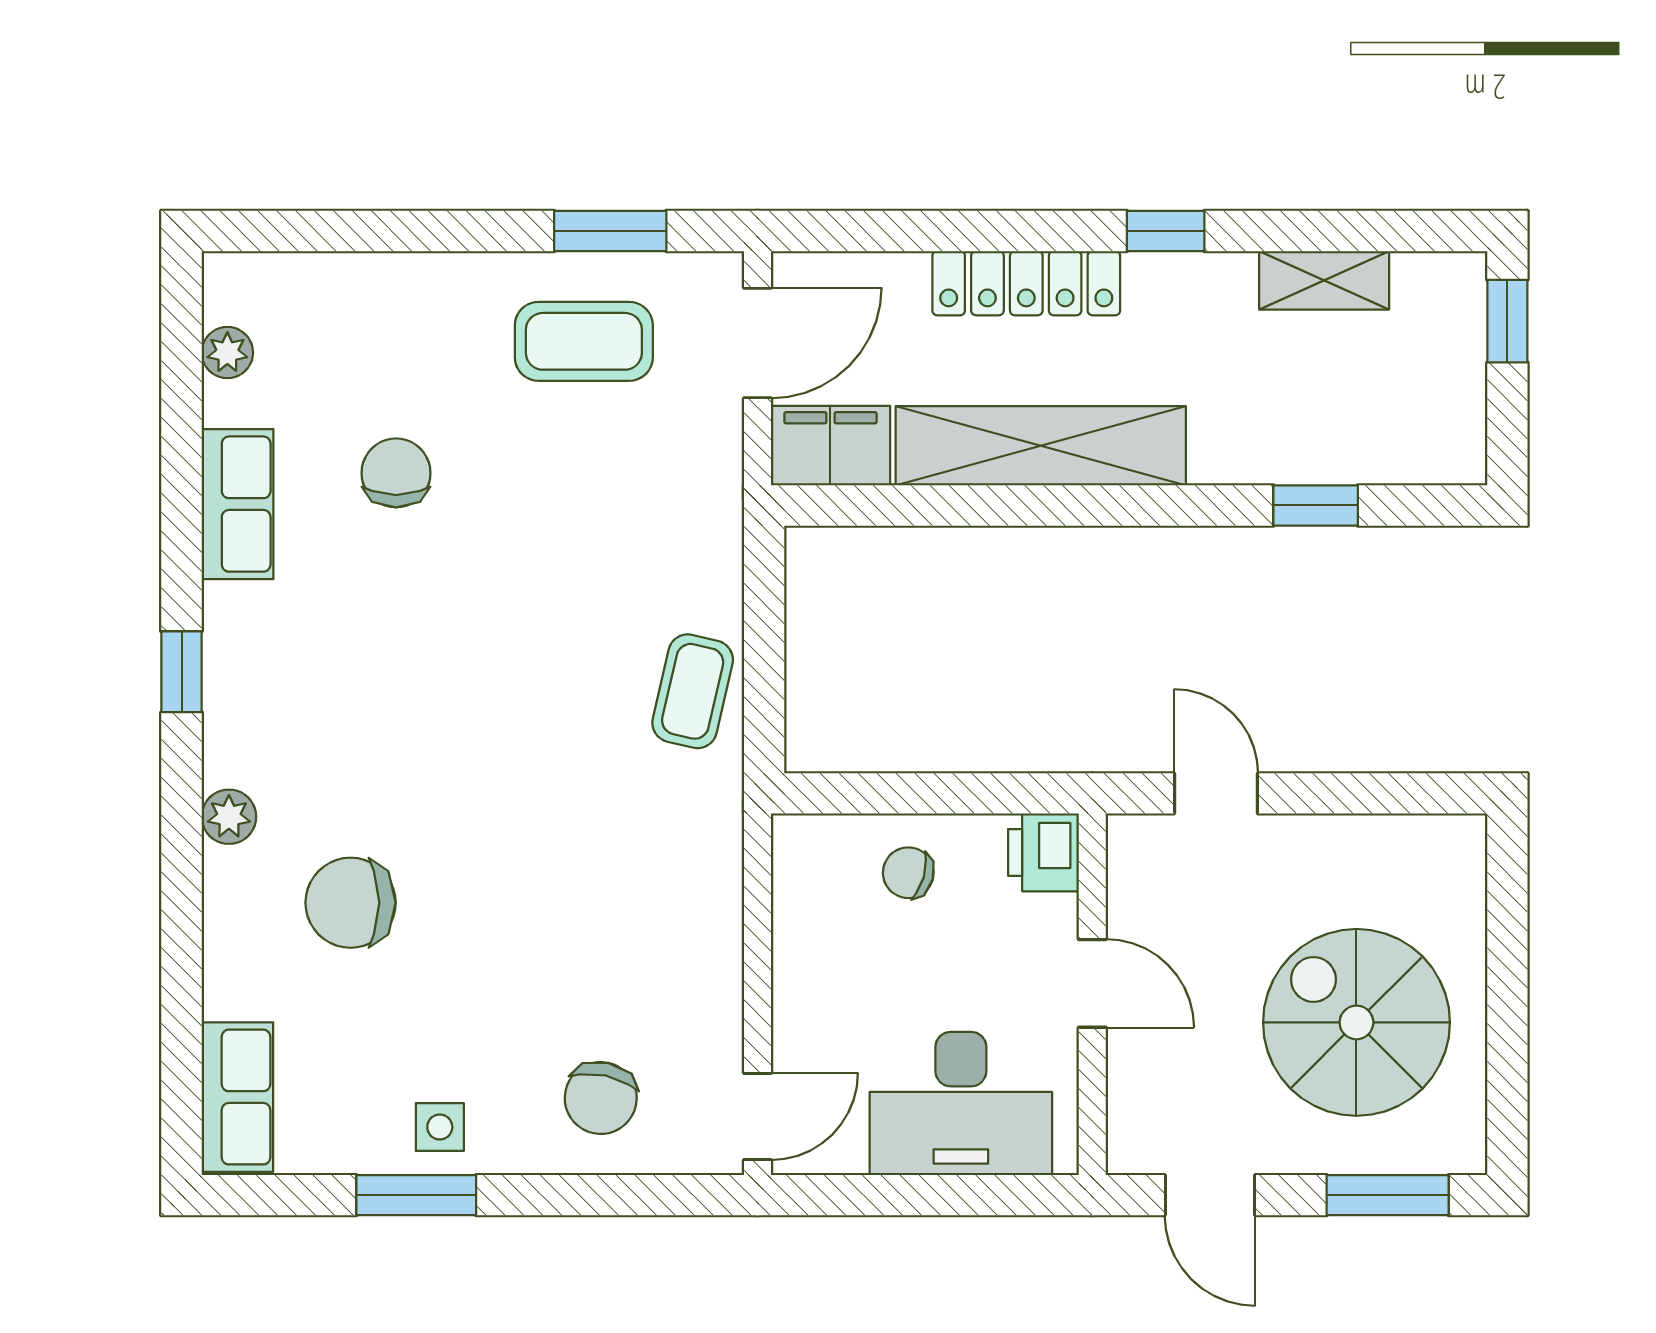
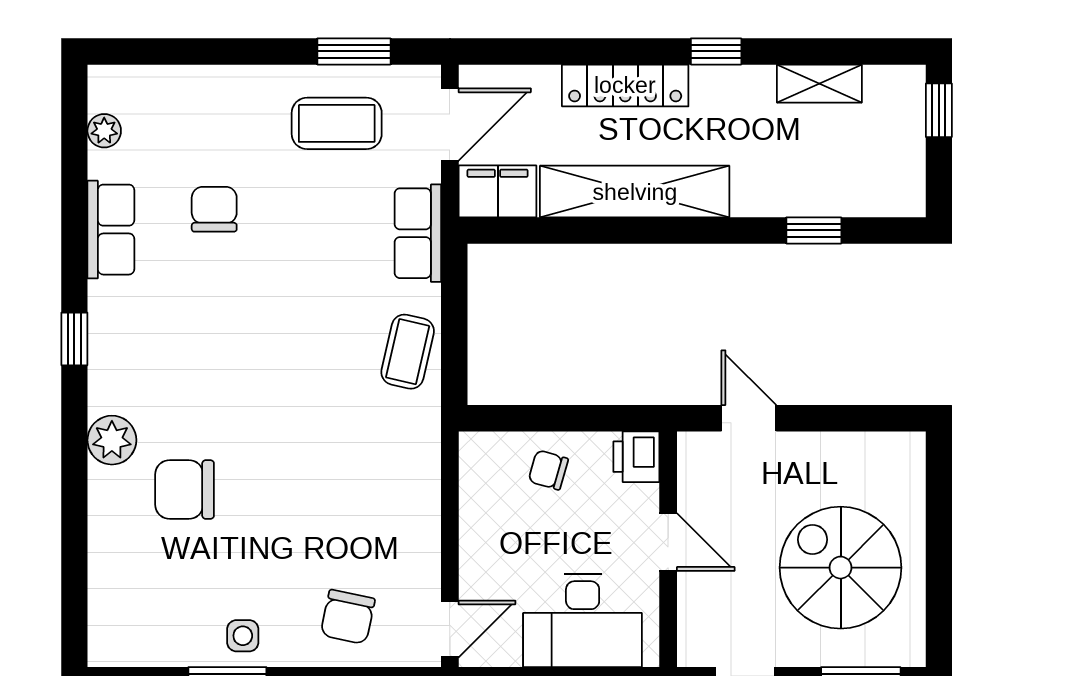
plant: (229, 817) -> (112, 440), width x1.38, depth x1.38
row of seats: (237, 1097) -> (418, 233), moved, turned 180

